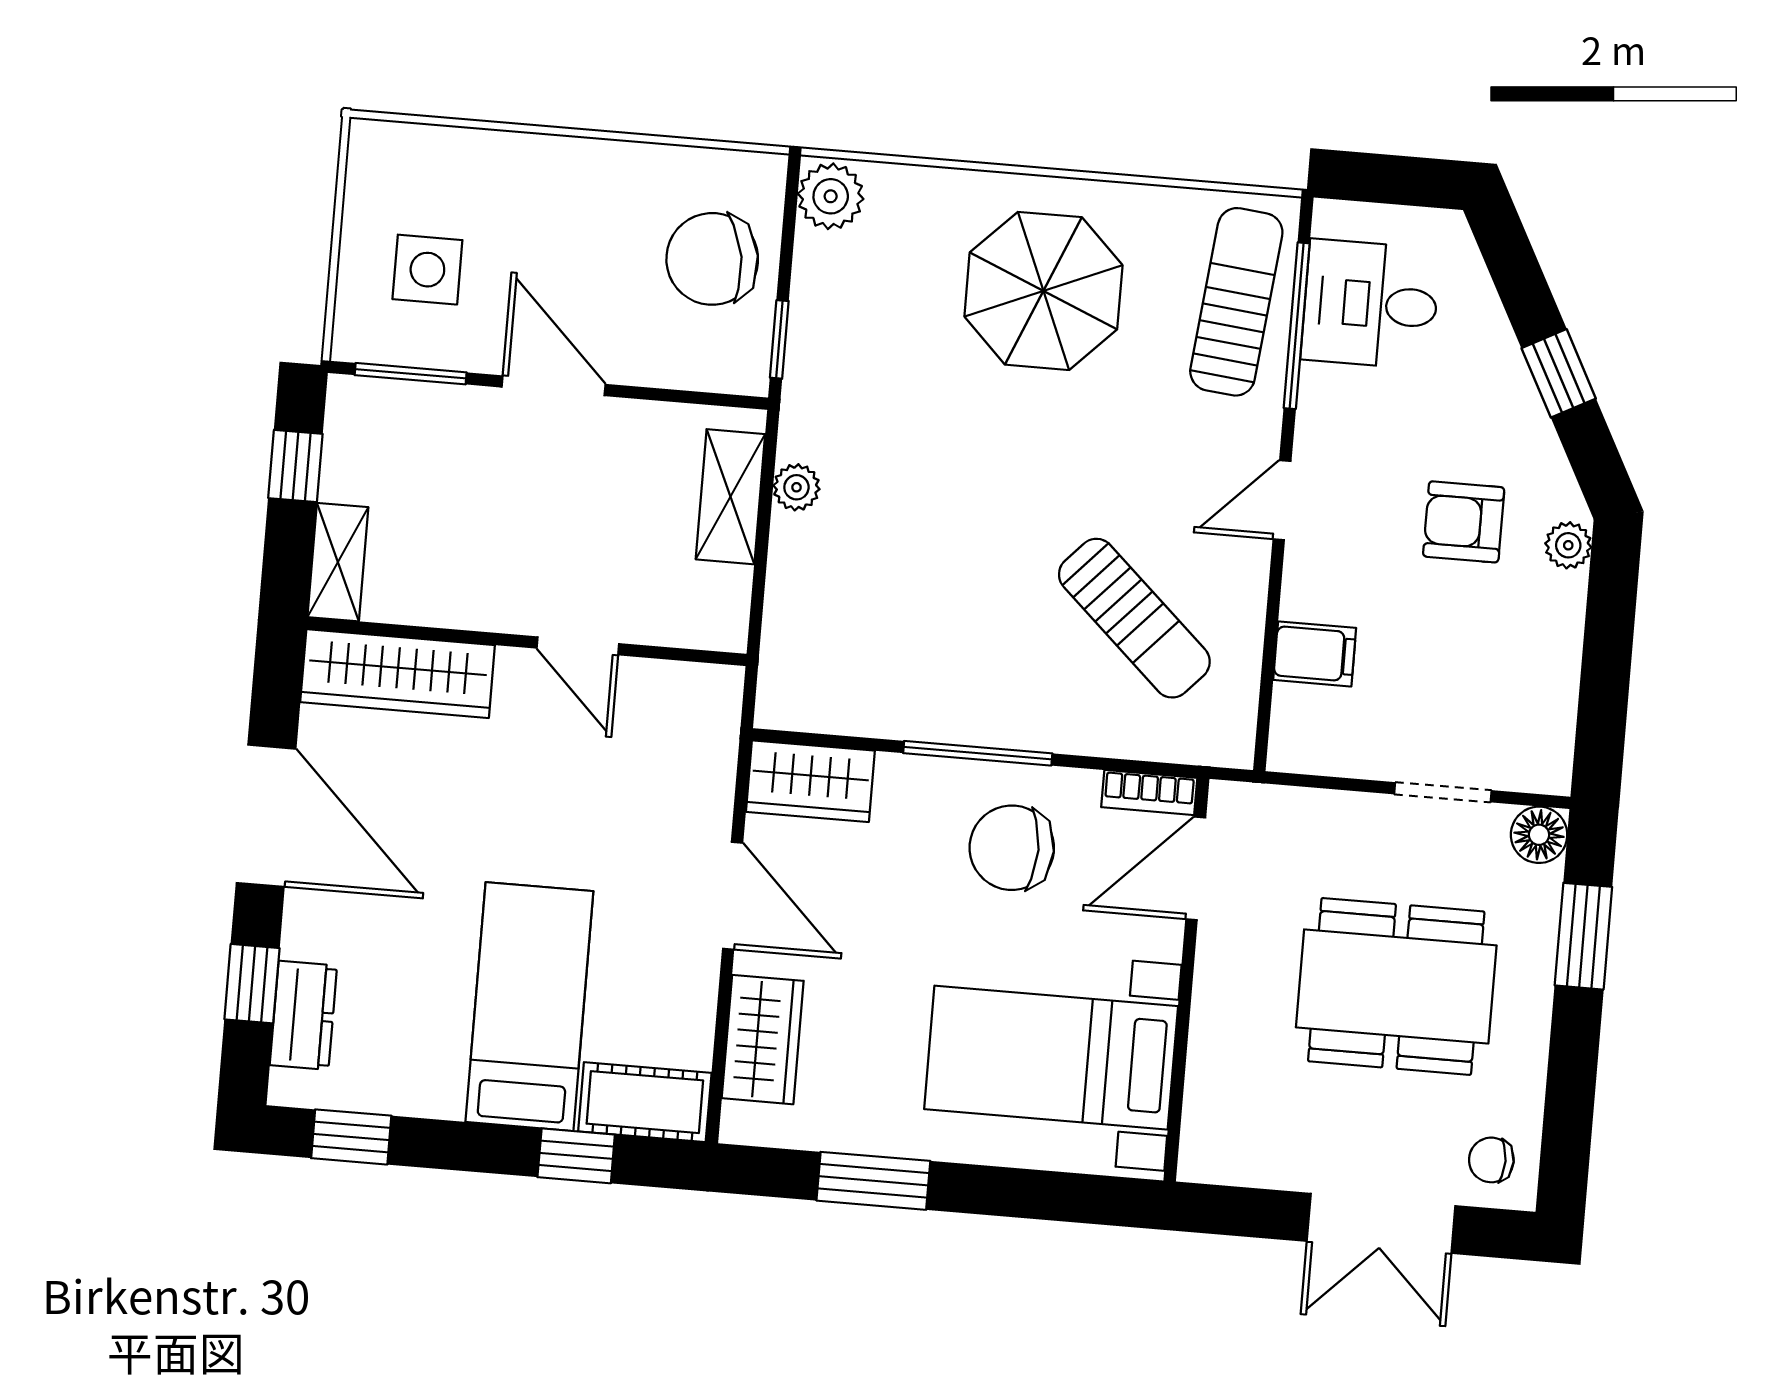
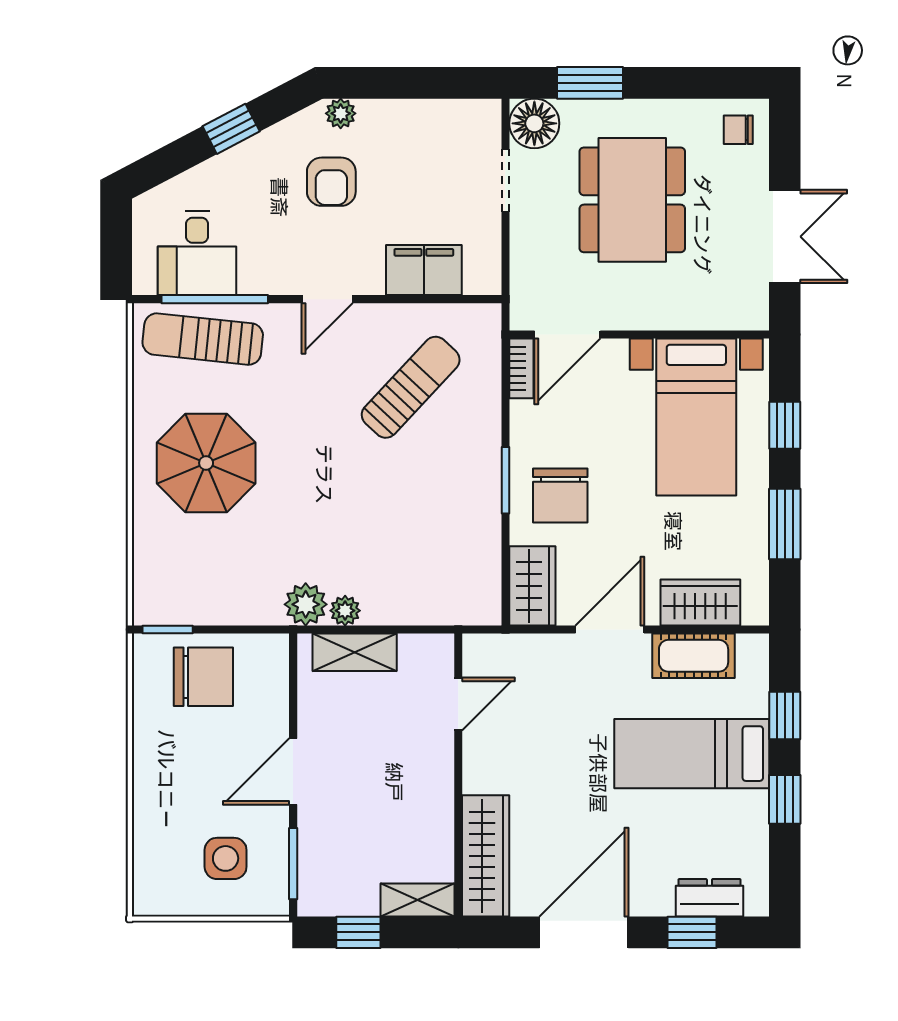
plant: (831, 196) -> (306, 604), moved
chair: (712, 259) -> (203, 677), turned -81
window: (779, 339) -> (168, 629), moved
door: (1282, 500) -> (327, 299), hinge flipped
door: (578, 646) -> (458, 704), moved
filing cabinet: (1315, 654) -> (424, 270), width x2.00
window: (978, 753) -> (505, 480), width x0.69
floor lamp: (1539, 835) -> (534, 123), width x1.38, depth x1.38
chair: (1012, 848) -> (560, 496), moved
door: (1196, 868) -> (567, 334), hinge flipped
cot: (645, 1102) -> (694, 656), moved, turned 90
window: (351, 1137) -> (785, 799), moved
chair: (1491, 1160) -> (738, 130), turned 90
window: (1027, 1194) -> (785, 425), added
double door: (1381, 1223) -> (785, 237), moved

